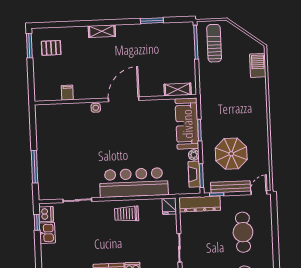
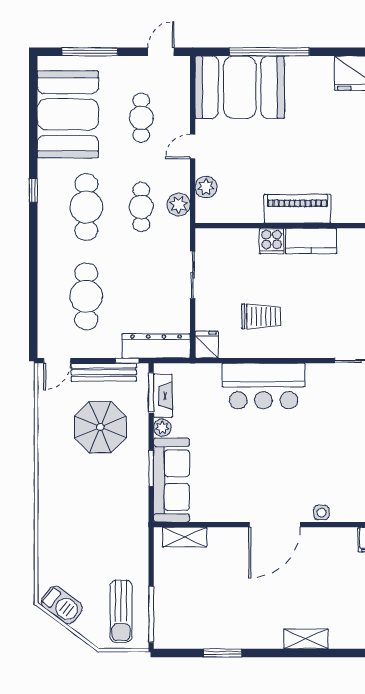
barbecue: (258, 65) -> (62, 605), moved, turned -53
bar counter: (134, 183) -> (264, 386), width x0.73
trolley: (127, 214) -> (261, 316), moved

